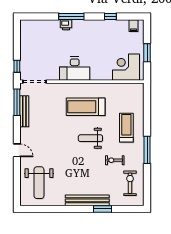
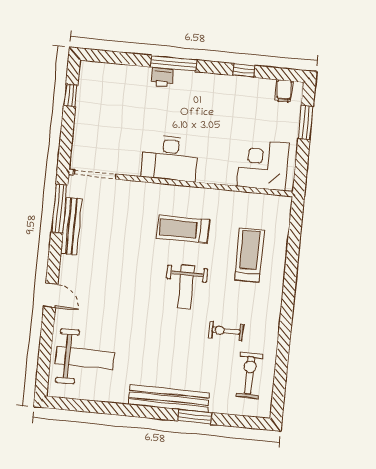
window: (147, 53) -> (306, 122), moved
window: (17, 66) -> (71, 95), moved
treadmill: (86, 107) -> (183, 229), width x0.73, depth x0.73
treadmill: (126, 128) -> (249, 255), moved
weight bench: (90, 138) -> (186, 287), turned -90
window: (147, 150) -> (286, 318), removed
weight bench: (39, 183) -> (85, 358), turned -90

